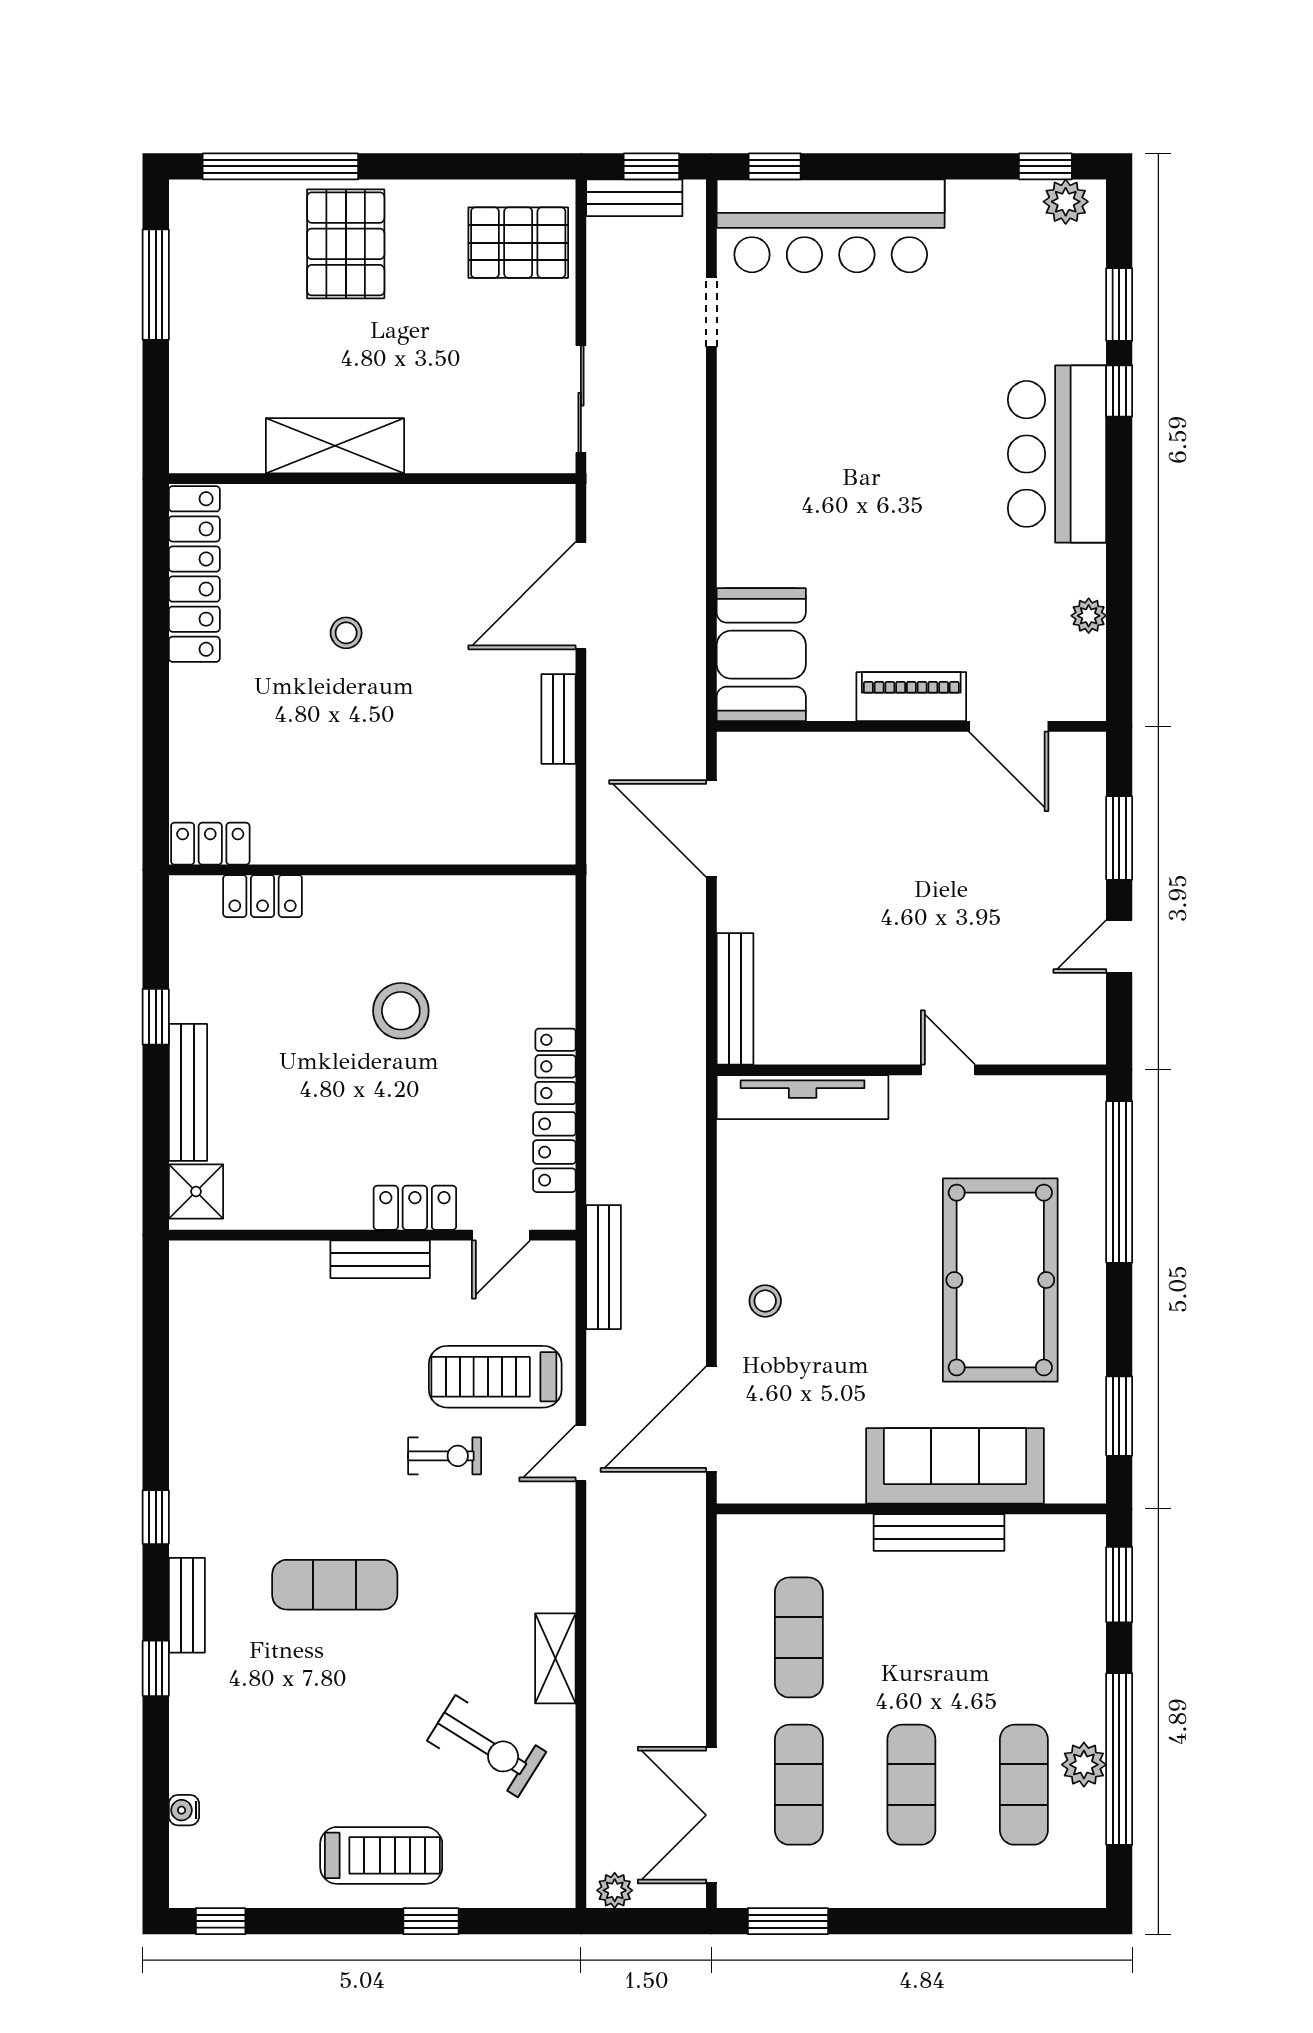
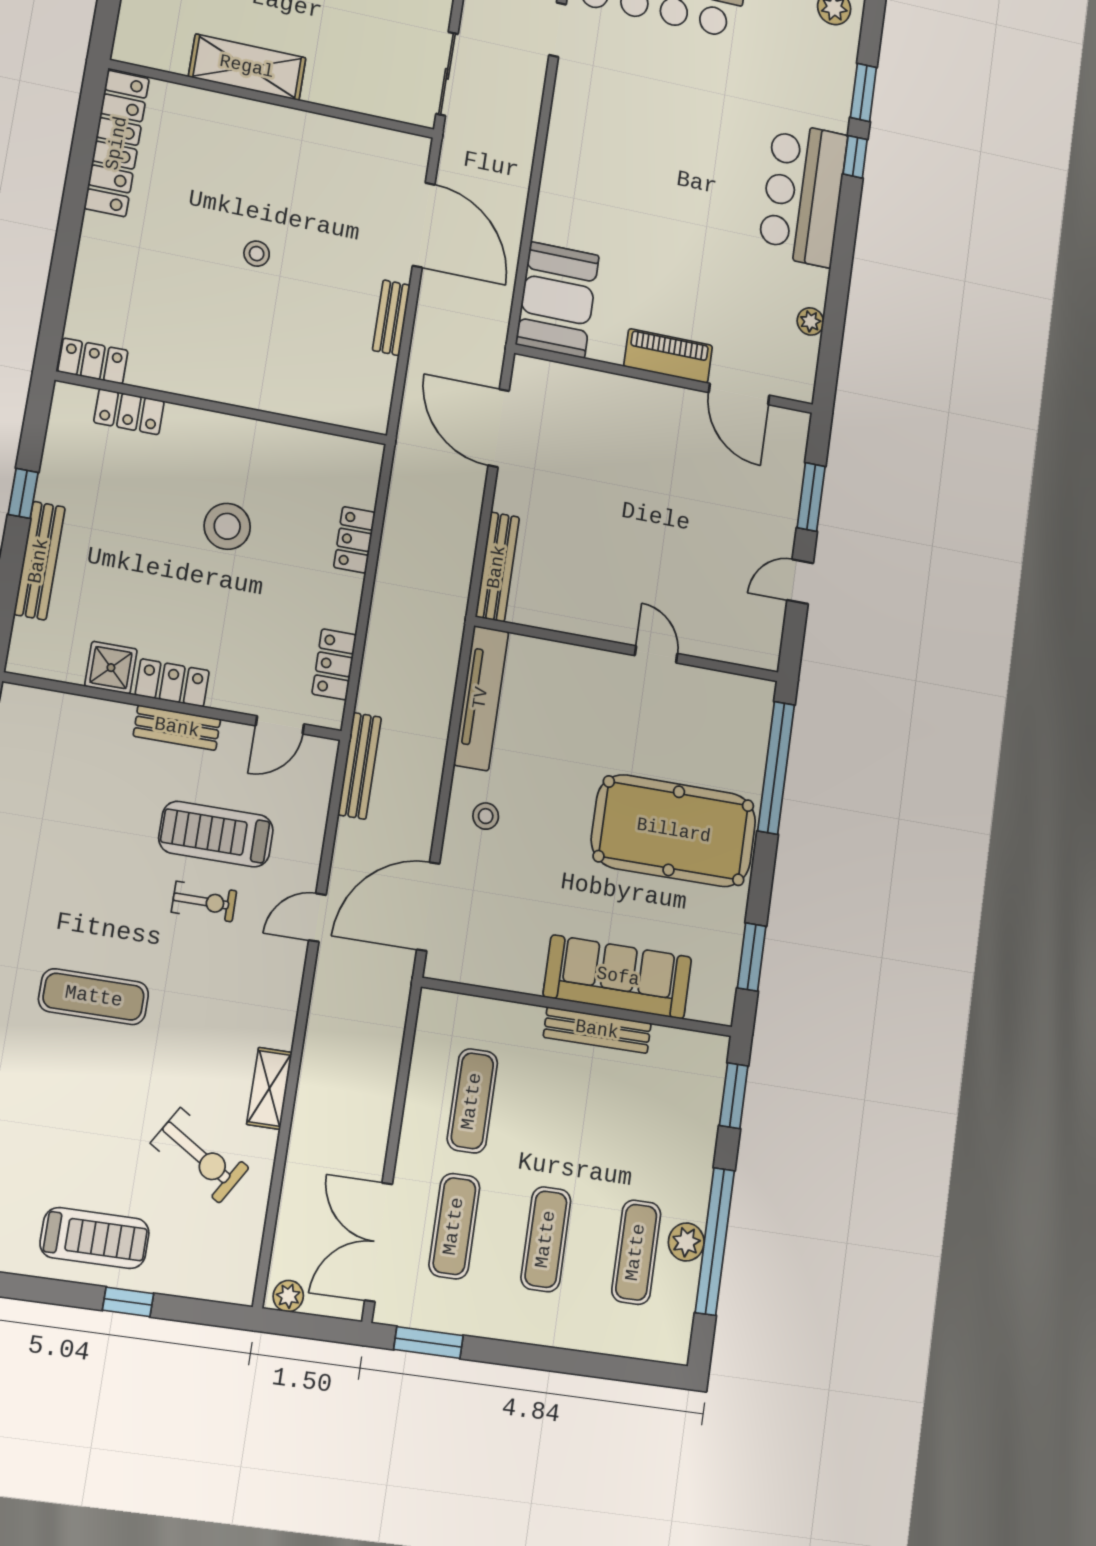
door: (581, 596) -> (424, 225), swing flipped
stool: (346, 633) -> (257, 254), moved
locker: (556, 1066) -> (354, 540), moved
tv unit: (803, 1097) -> (481, 698), moved, turned -90
shower: (196, 1192) -> (111, 668), moved
locker: (415, 1208) -> (172, 683), moved
pool table: (1000, 1280) -> (674, 831), turned 90
treadmill: (495, 1377) -> (216, 834), moved

